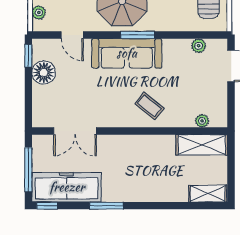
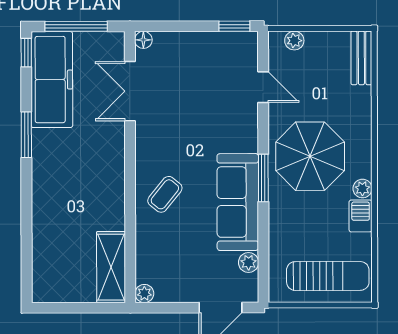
door: (72, 35) -> (263, 87), swing flipped
sofa: (127, 53) -> (238, 202), moved
floor lamp: (44, 73) -> (143, 40), moved, width x0.53, depth x0.53
plant: (202, 121) -> (144, 294), moved
shelving: (208, 194) -> (43, 276), removed

